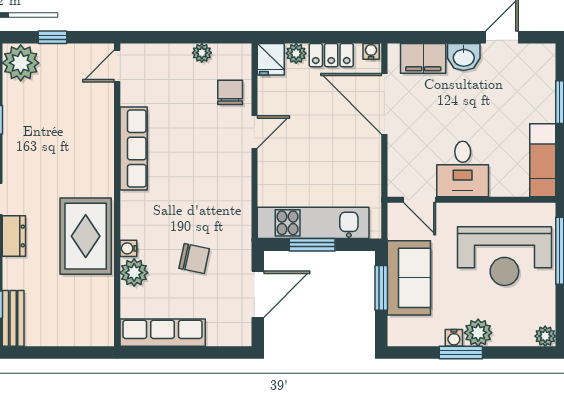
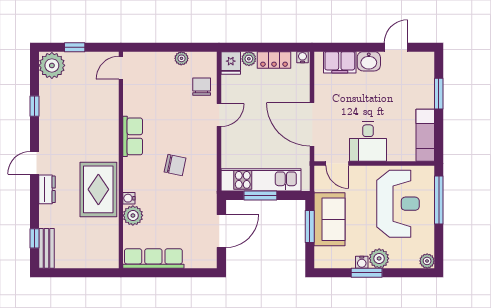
door: (384, 104) -> (312, 124), moved
row of seats: (134, 148) -> (133, 136), width x0.68
reception desk: (504, 256) -> (398, 204), turned -90
chair: (194, 259) -> (175, 165), moved

